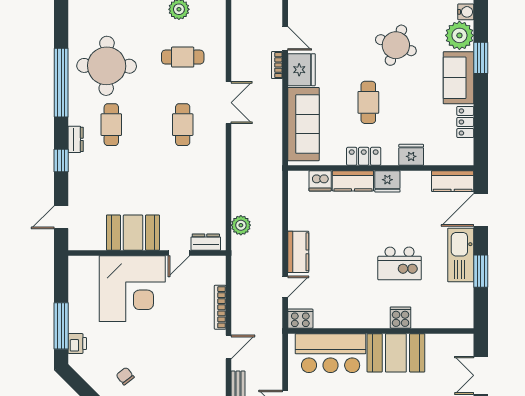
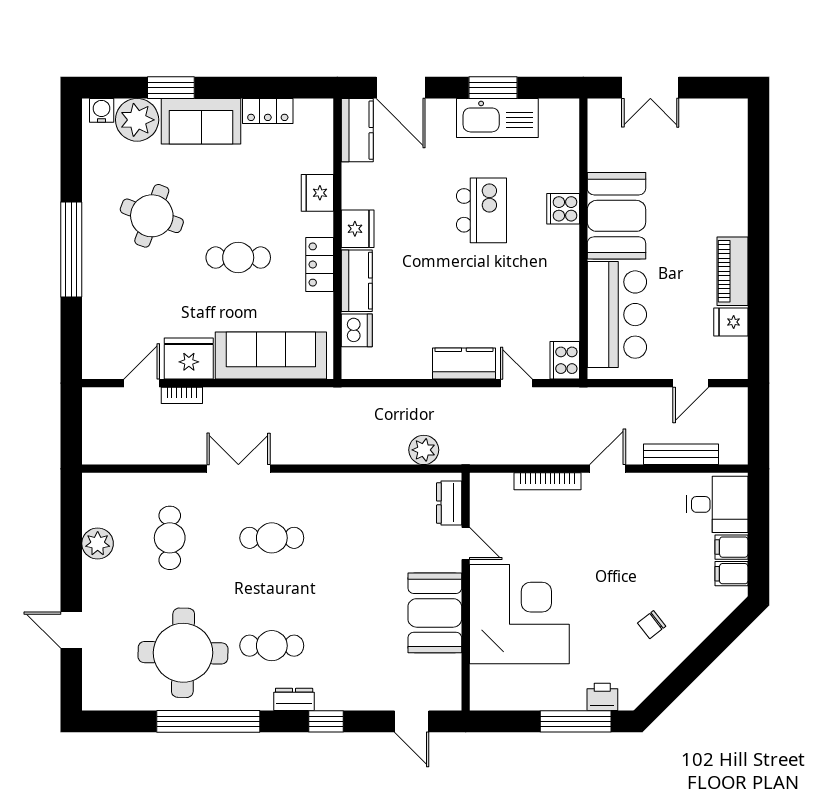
kitchen sink: (461, 255) -> (497, 118), moved
door: (228, 347) -> (608, 469), hinge flipped

